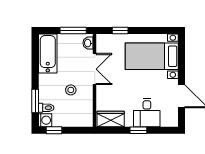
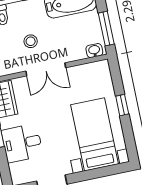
window: (120, 30) -> (122, 105), moved
double door: (95, 69) -> (46, 69), moved

